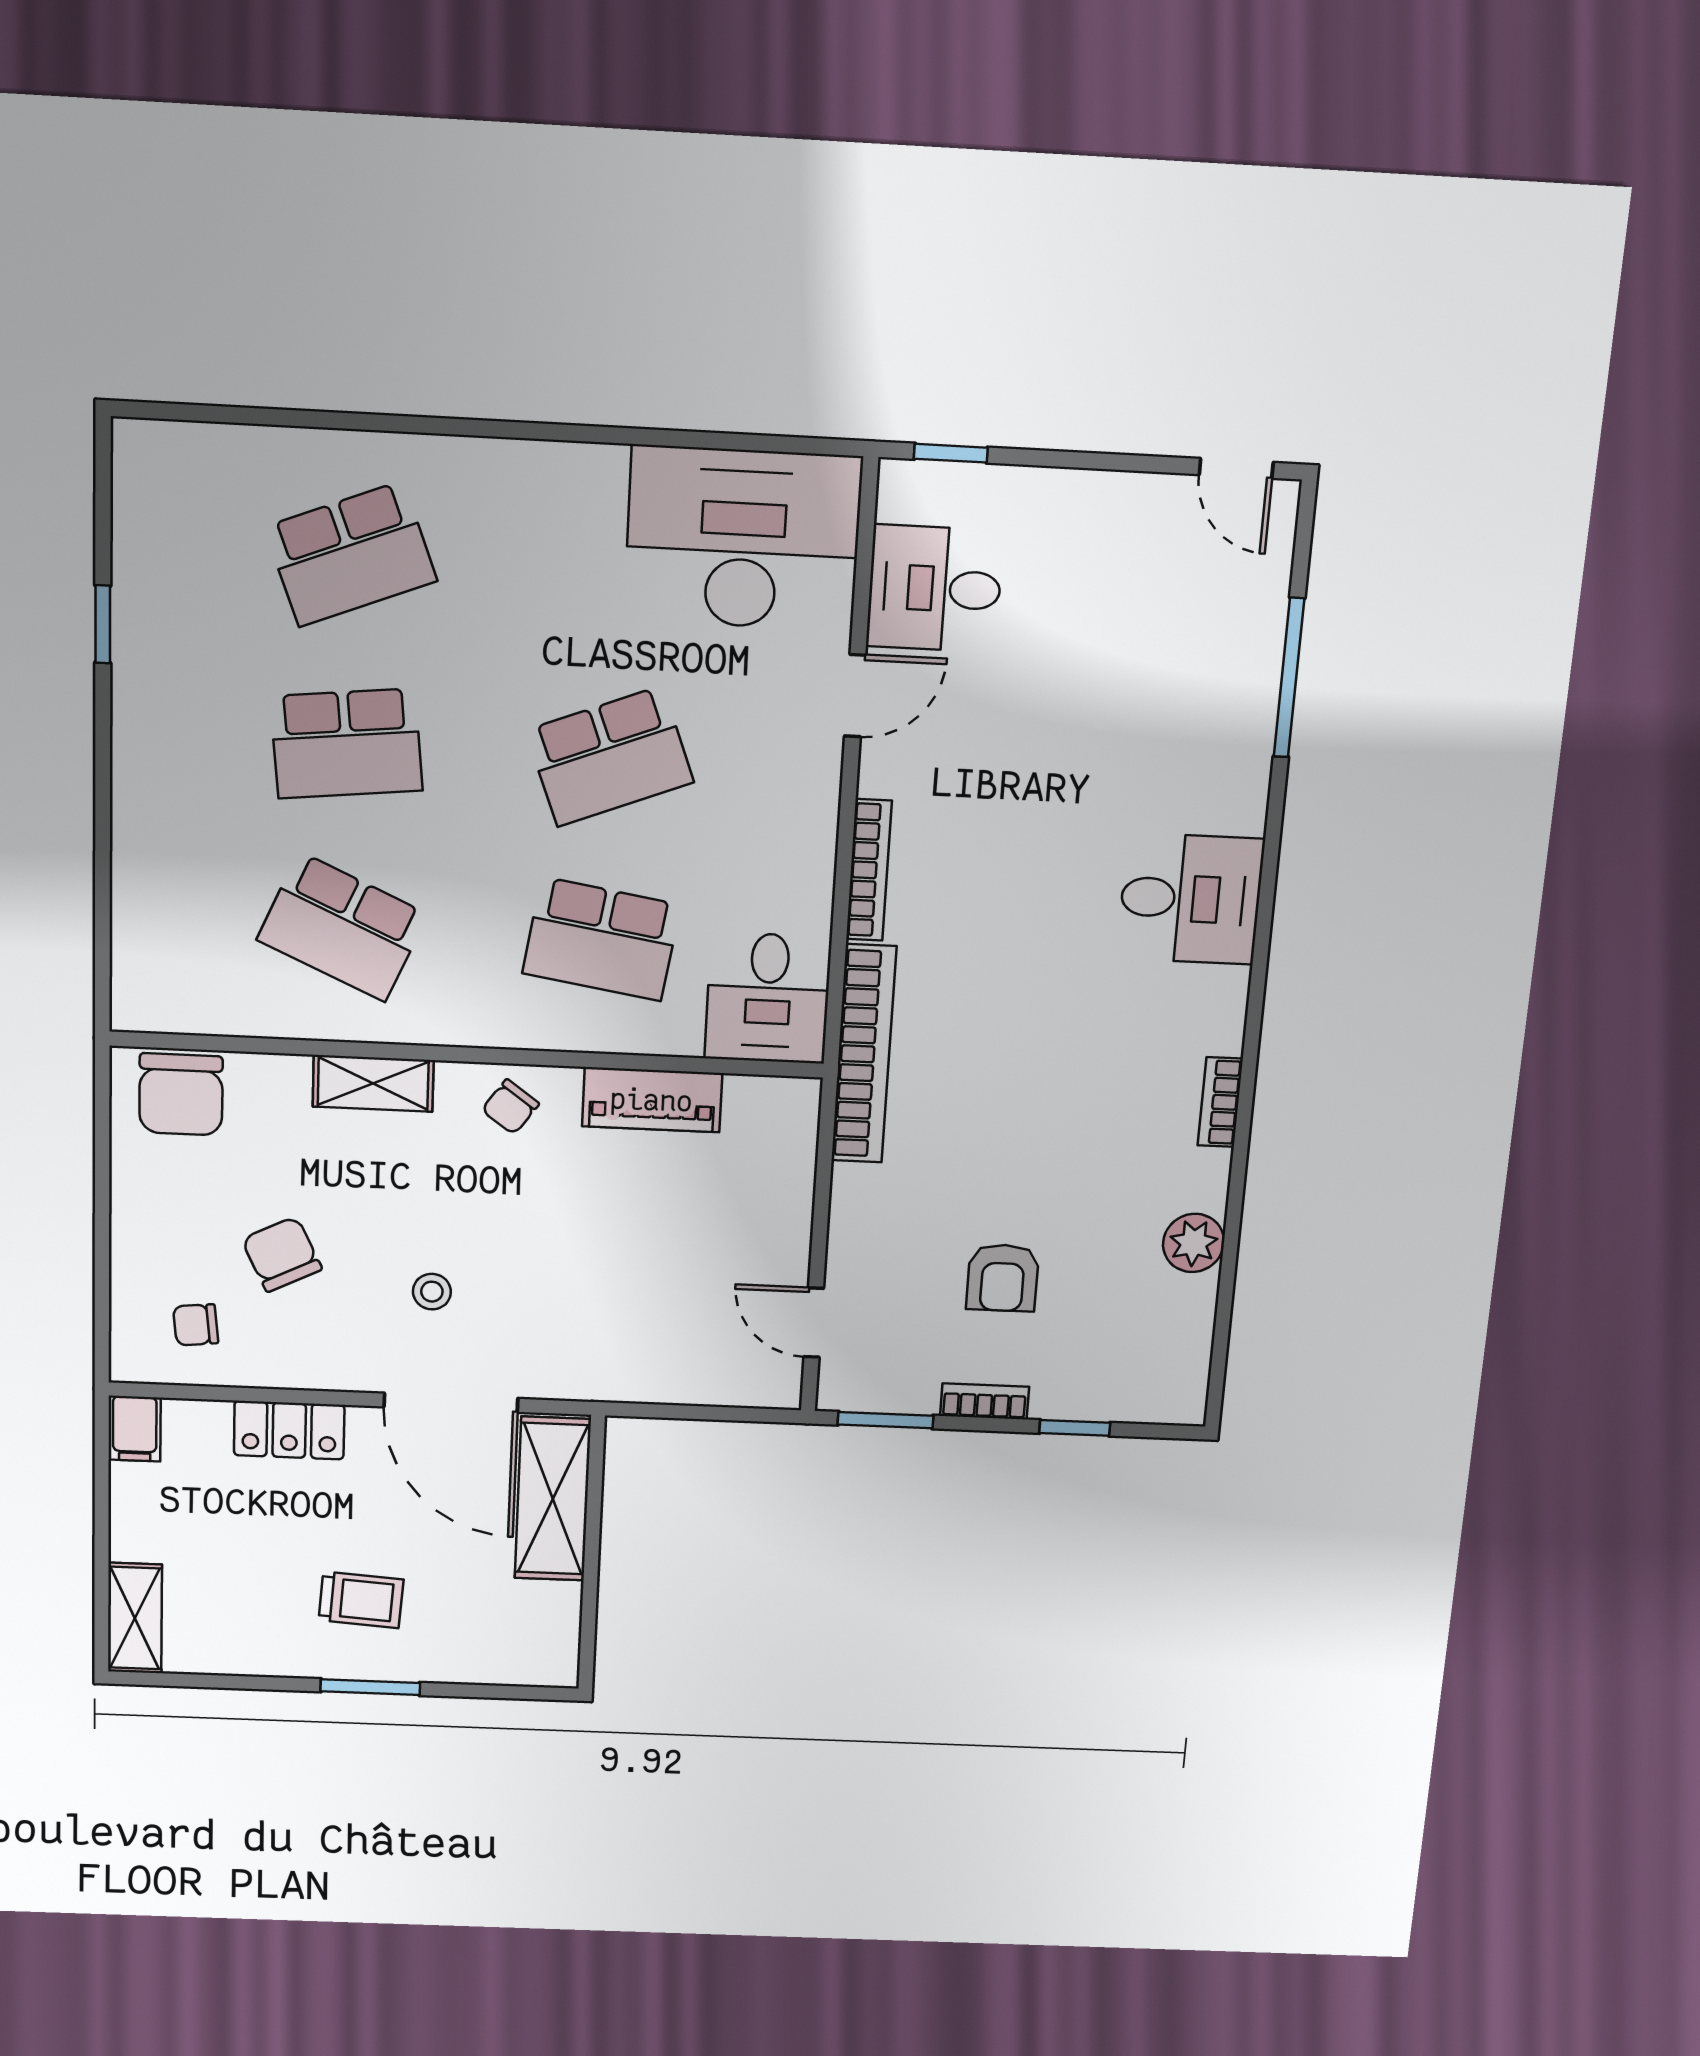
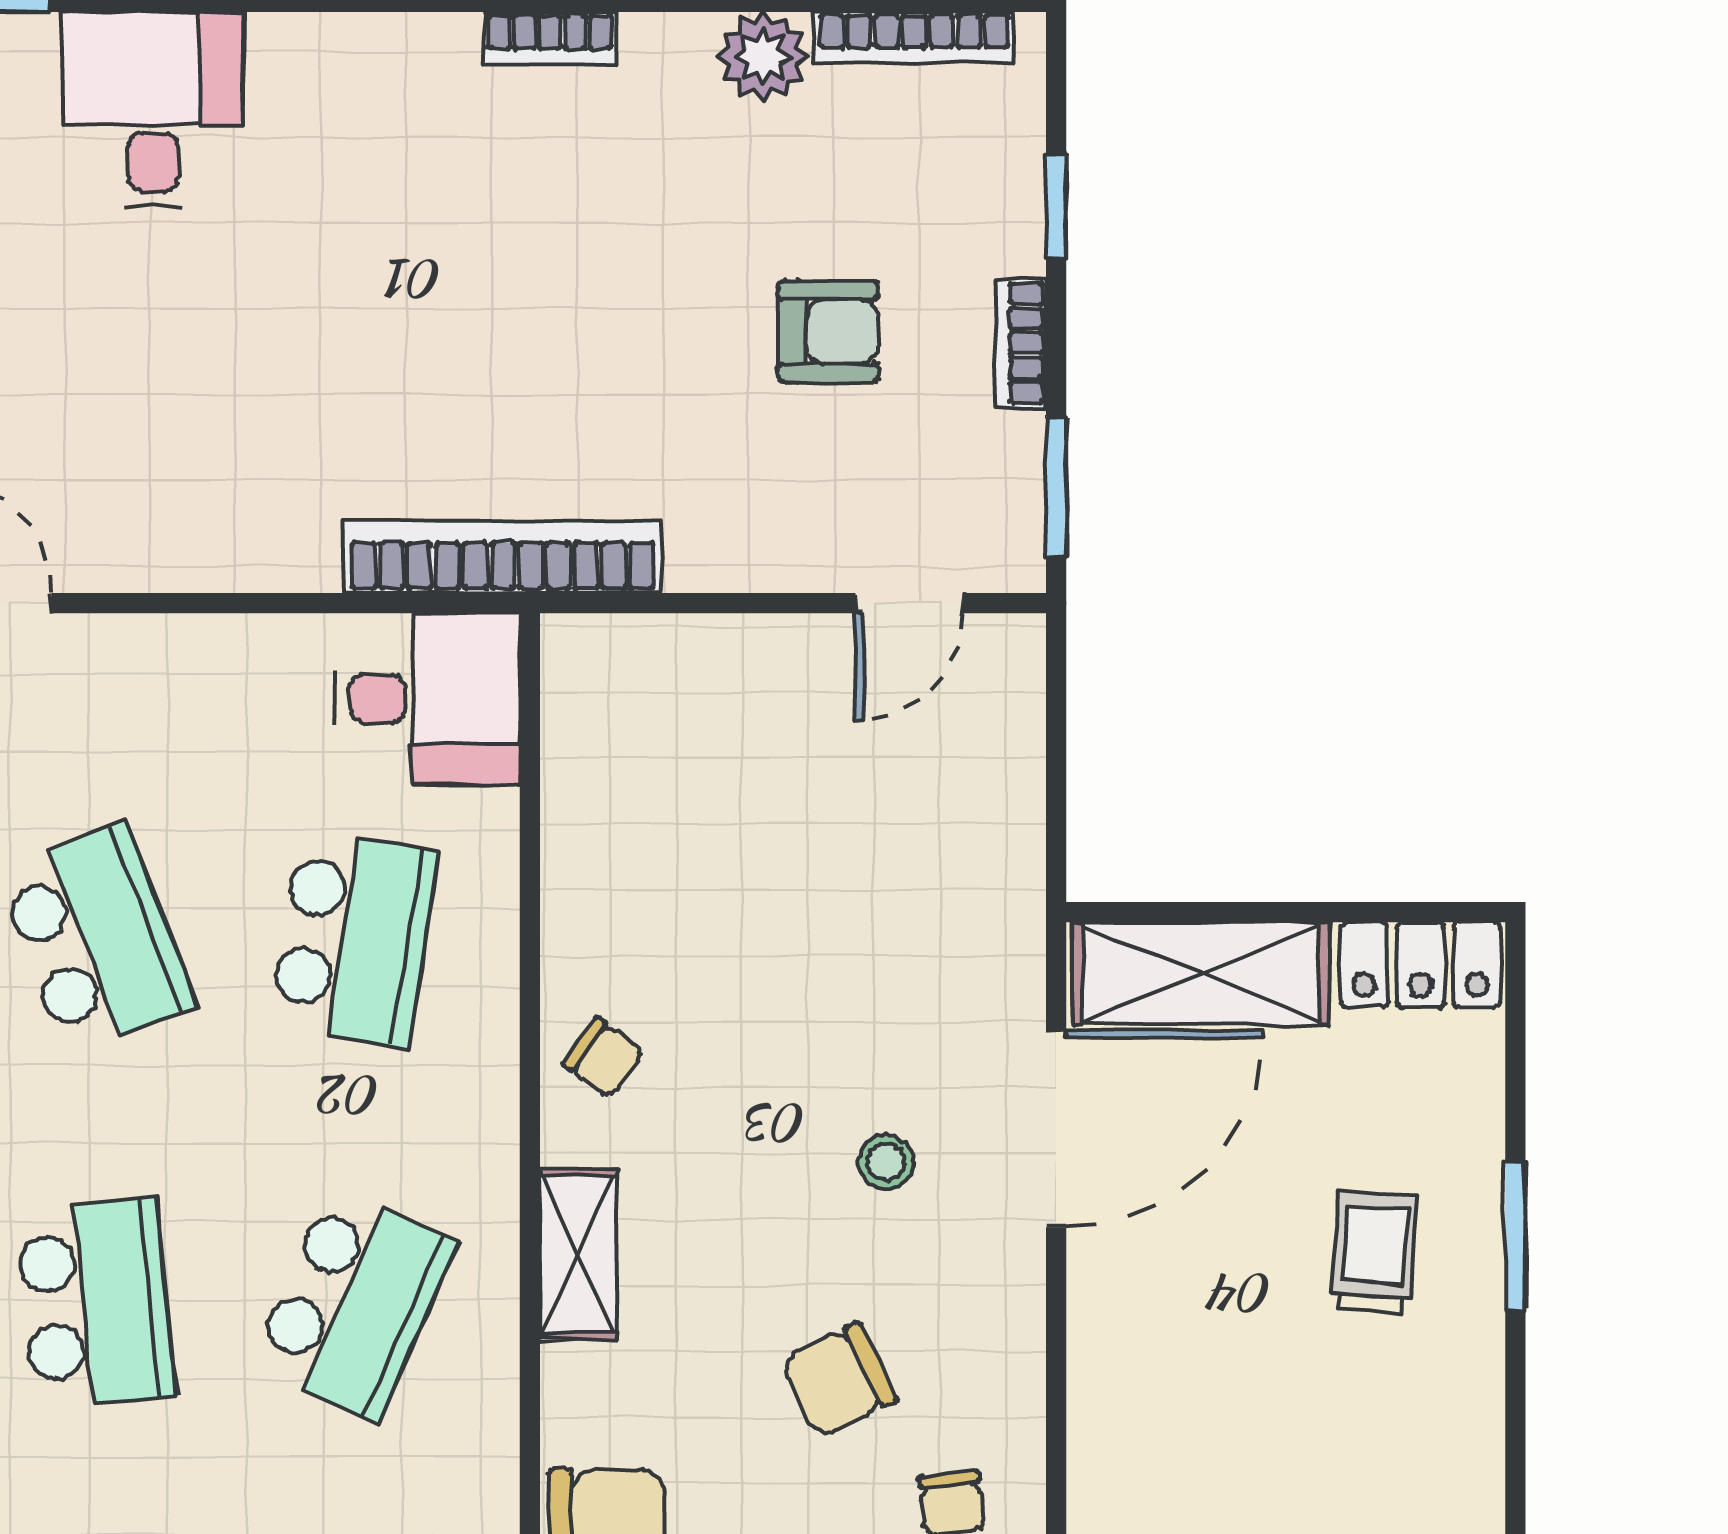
bookcase: (869, 870) -> (914, 37), moved, turned 180
desk: (1191, 899) -> (153, 109), moved
piano: (652, 1100) -> (584, 856), removed
locker: (289, 1430) -> (1421, 965), moved, turned 90

